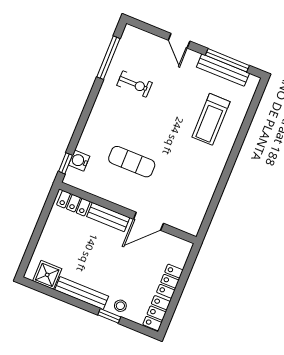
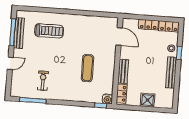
water cooler: (79, 161) -> (107, 99), moved
door: (148, 221) -> (119, 36), moved
shower: (47, 275) -> (148, 100), moved

